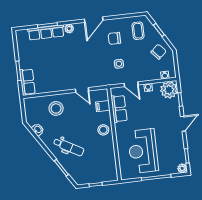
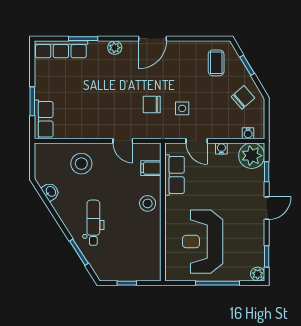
row of seats: (46, 32) -> (61, 49), moved
chair: (114, 38) -> (152, 104), moved
dental chair: (69, 147) -> (93, 223), turned -119

